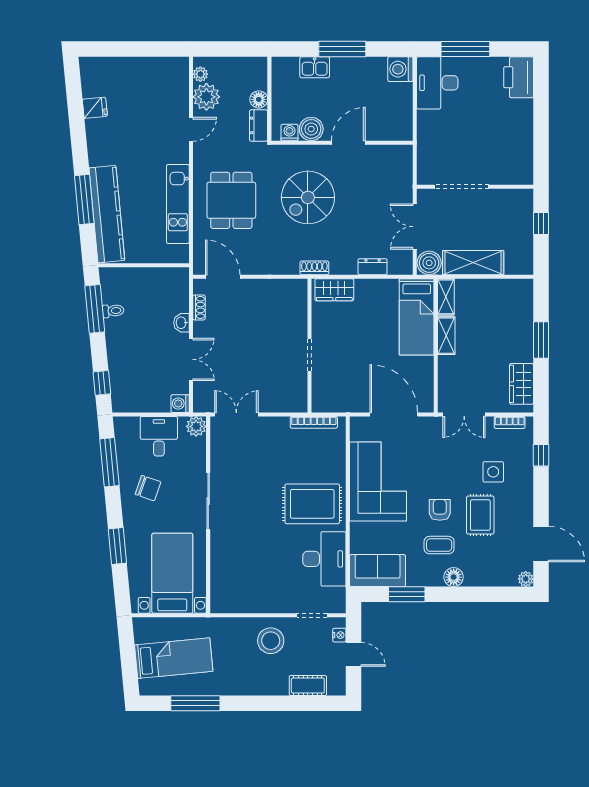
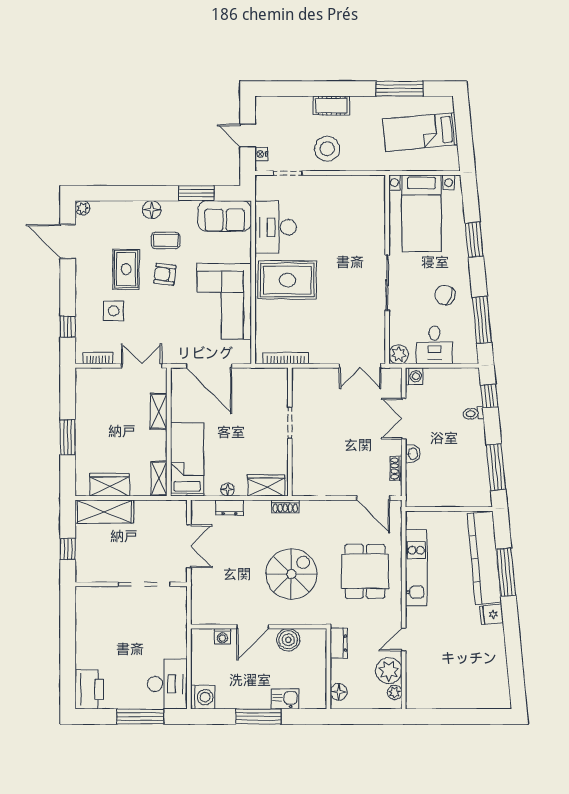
floor lamp: (259, 99) -> (339, 692), moved
fridge: (95, 108) -> (492, 614), moved
washing machine: (289, 132) -> (222, 636), moved
boiler: (429, 263) -> (175, 511), removed
shelving: (473, 263) -> (104, 512), moved
floor lamp: (374, 286) -> (228, 490), added
toilet: (113, 311) -> (473, 414), moved
shelving: (446, 336) -> (159, 411), moved
wardrobe: (522, 384) -> (110, 485), moved, turned -90
armchair: (440, 510) -> (165, 274), turned 97
cot: (308, 686) -> (331, 106), moved

